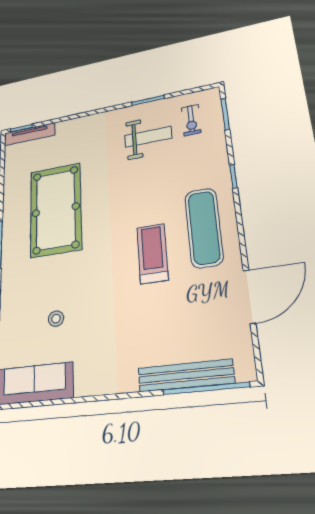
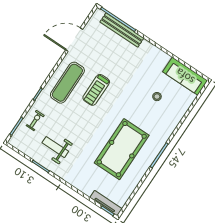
exercise bike: (191, 120) -> (35, 121), moved

